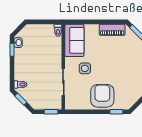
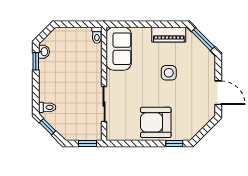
side table: (85, 68) -> (169, 73), moved
armchair: (102, 96) -> (156, 122), turned -90

